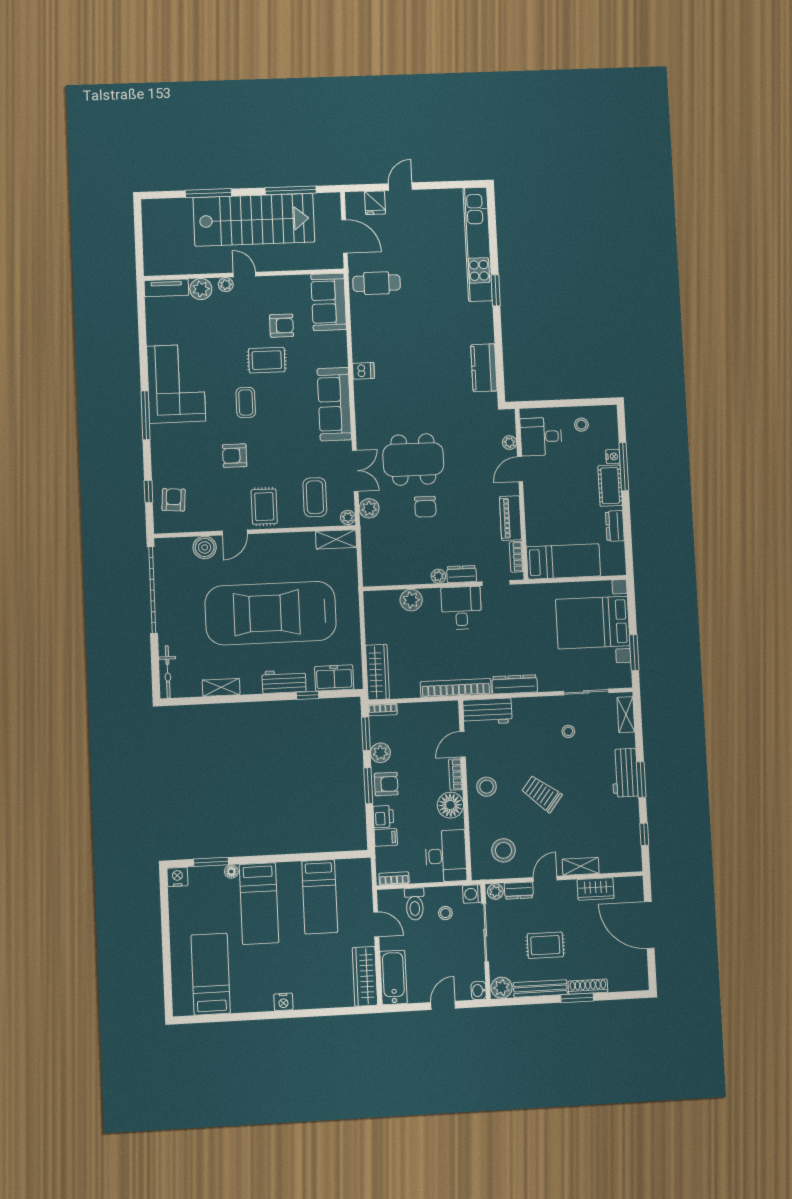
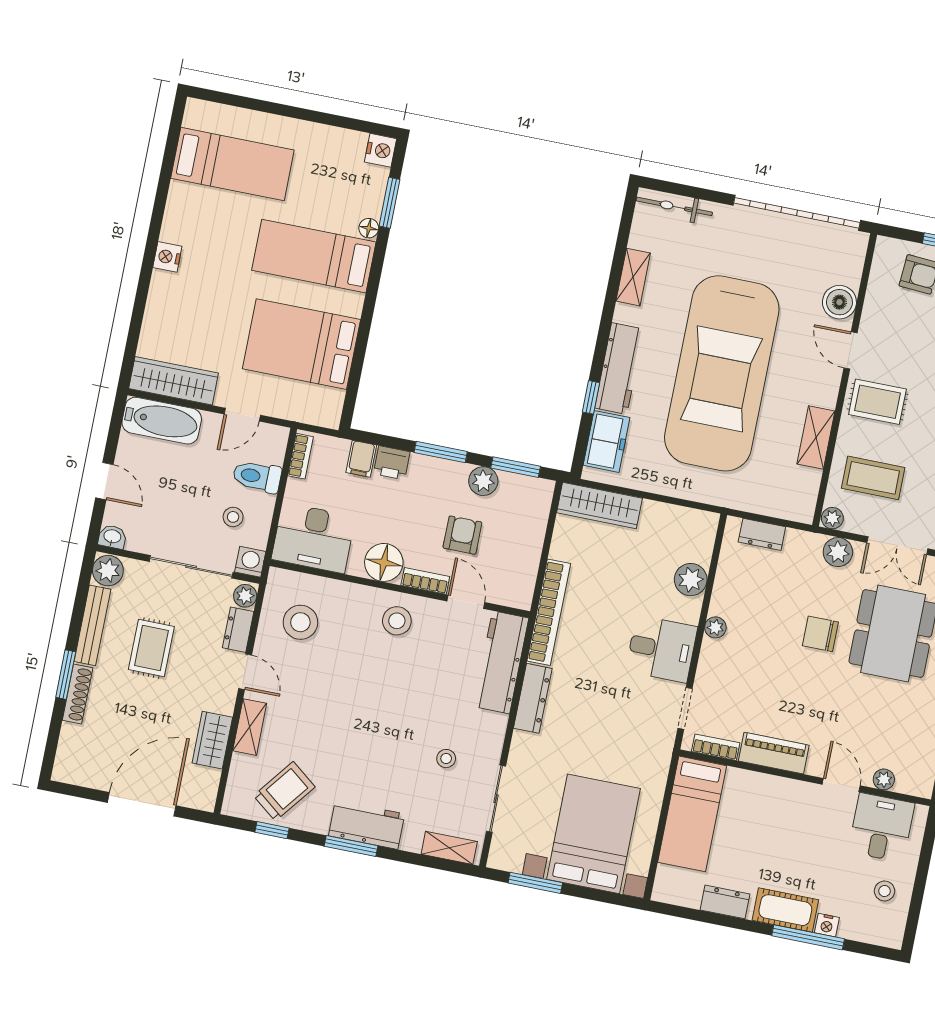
shelving: (336, 539) -> (816, 437), moved
dresser: (462, 574) -> (762, 534), moved, turned 90
car: (271, 613) -> (722, 373), turned 180
workbench: (284, 682) -> (619, 369), width x1.38
bookcase: (383, 710) -> (544, 500), removed
workbench: (487, 711) -> (501, 662), width x1.38
armchair: (386, 784) -> (462, 535), moved, turned 180
trolley: (542, 794) -> (284, 791), moved
bed: (320, 897) -> (301, 344), width x1.50

